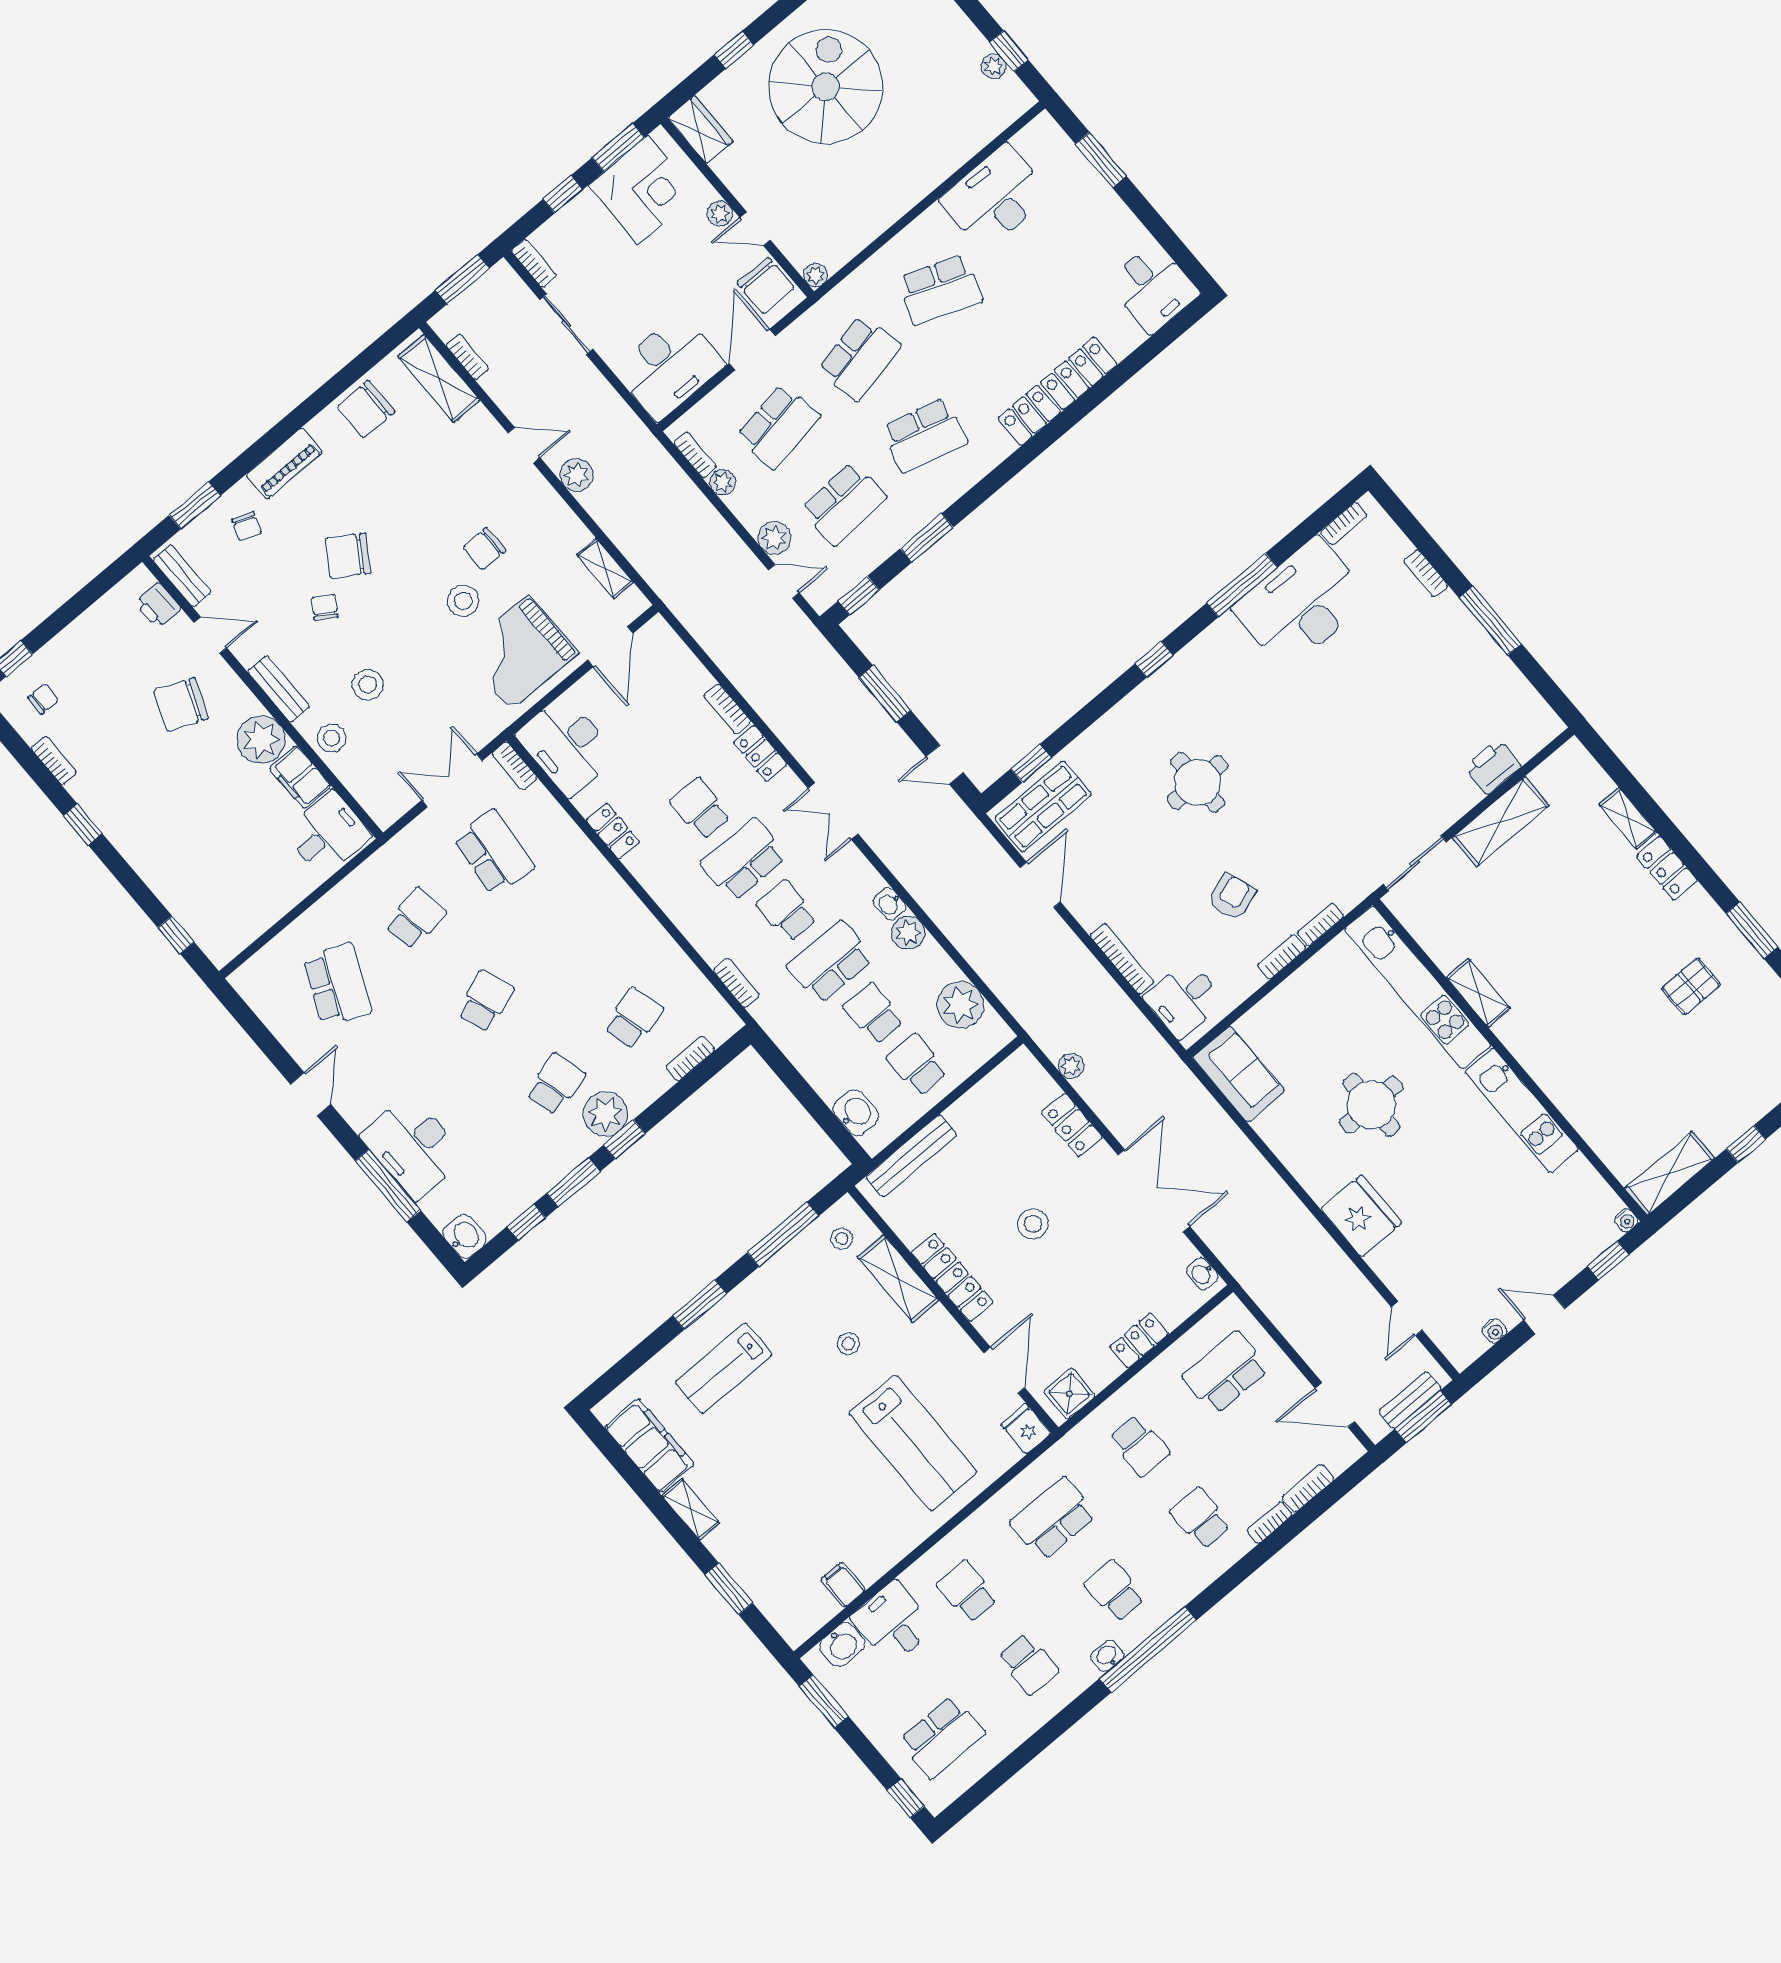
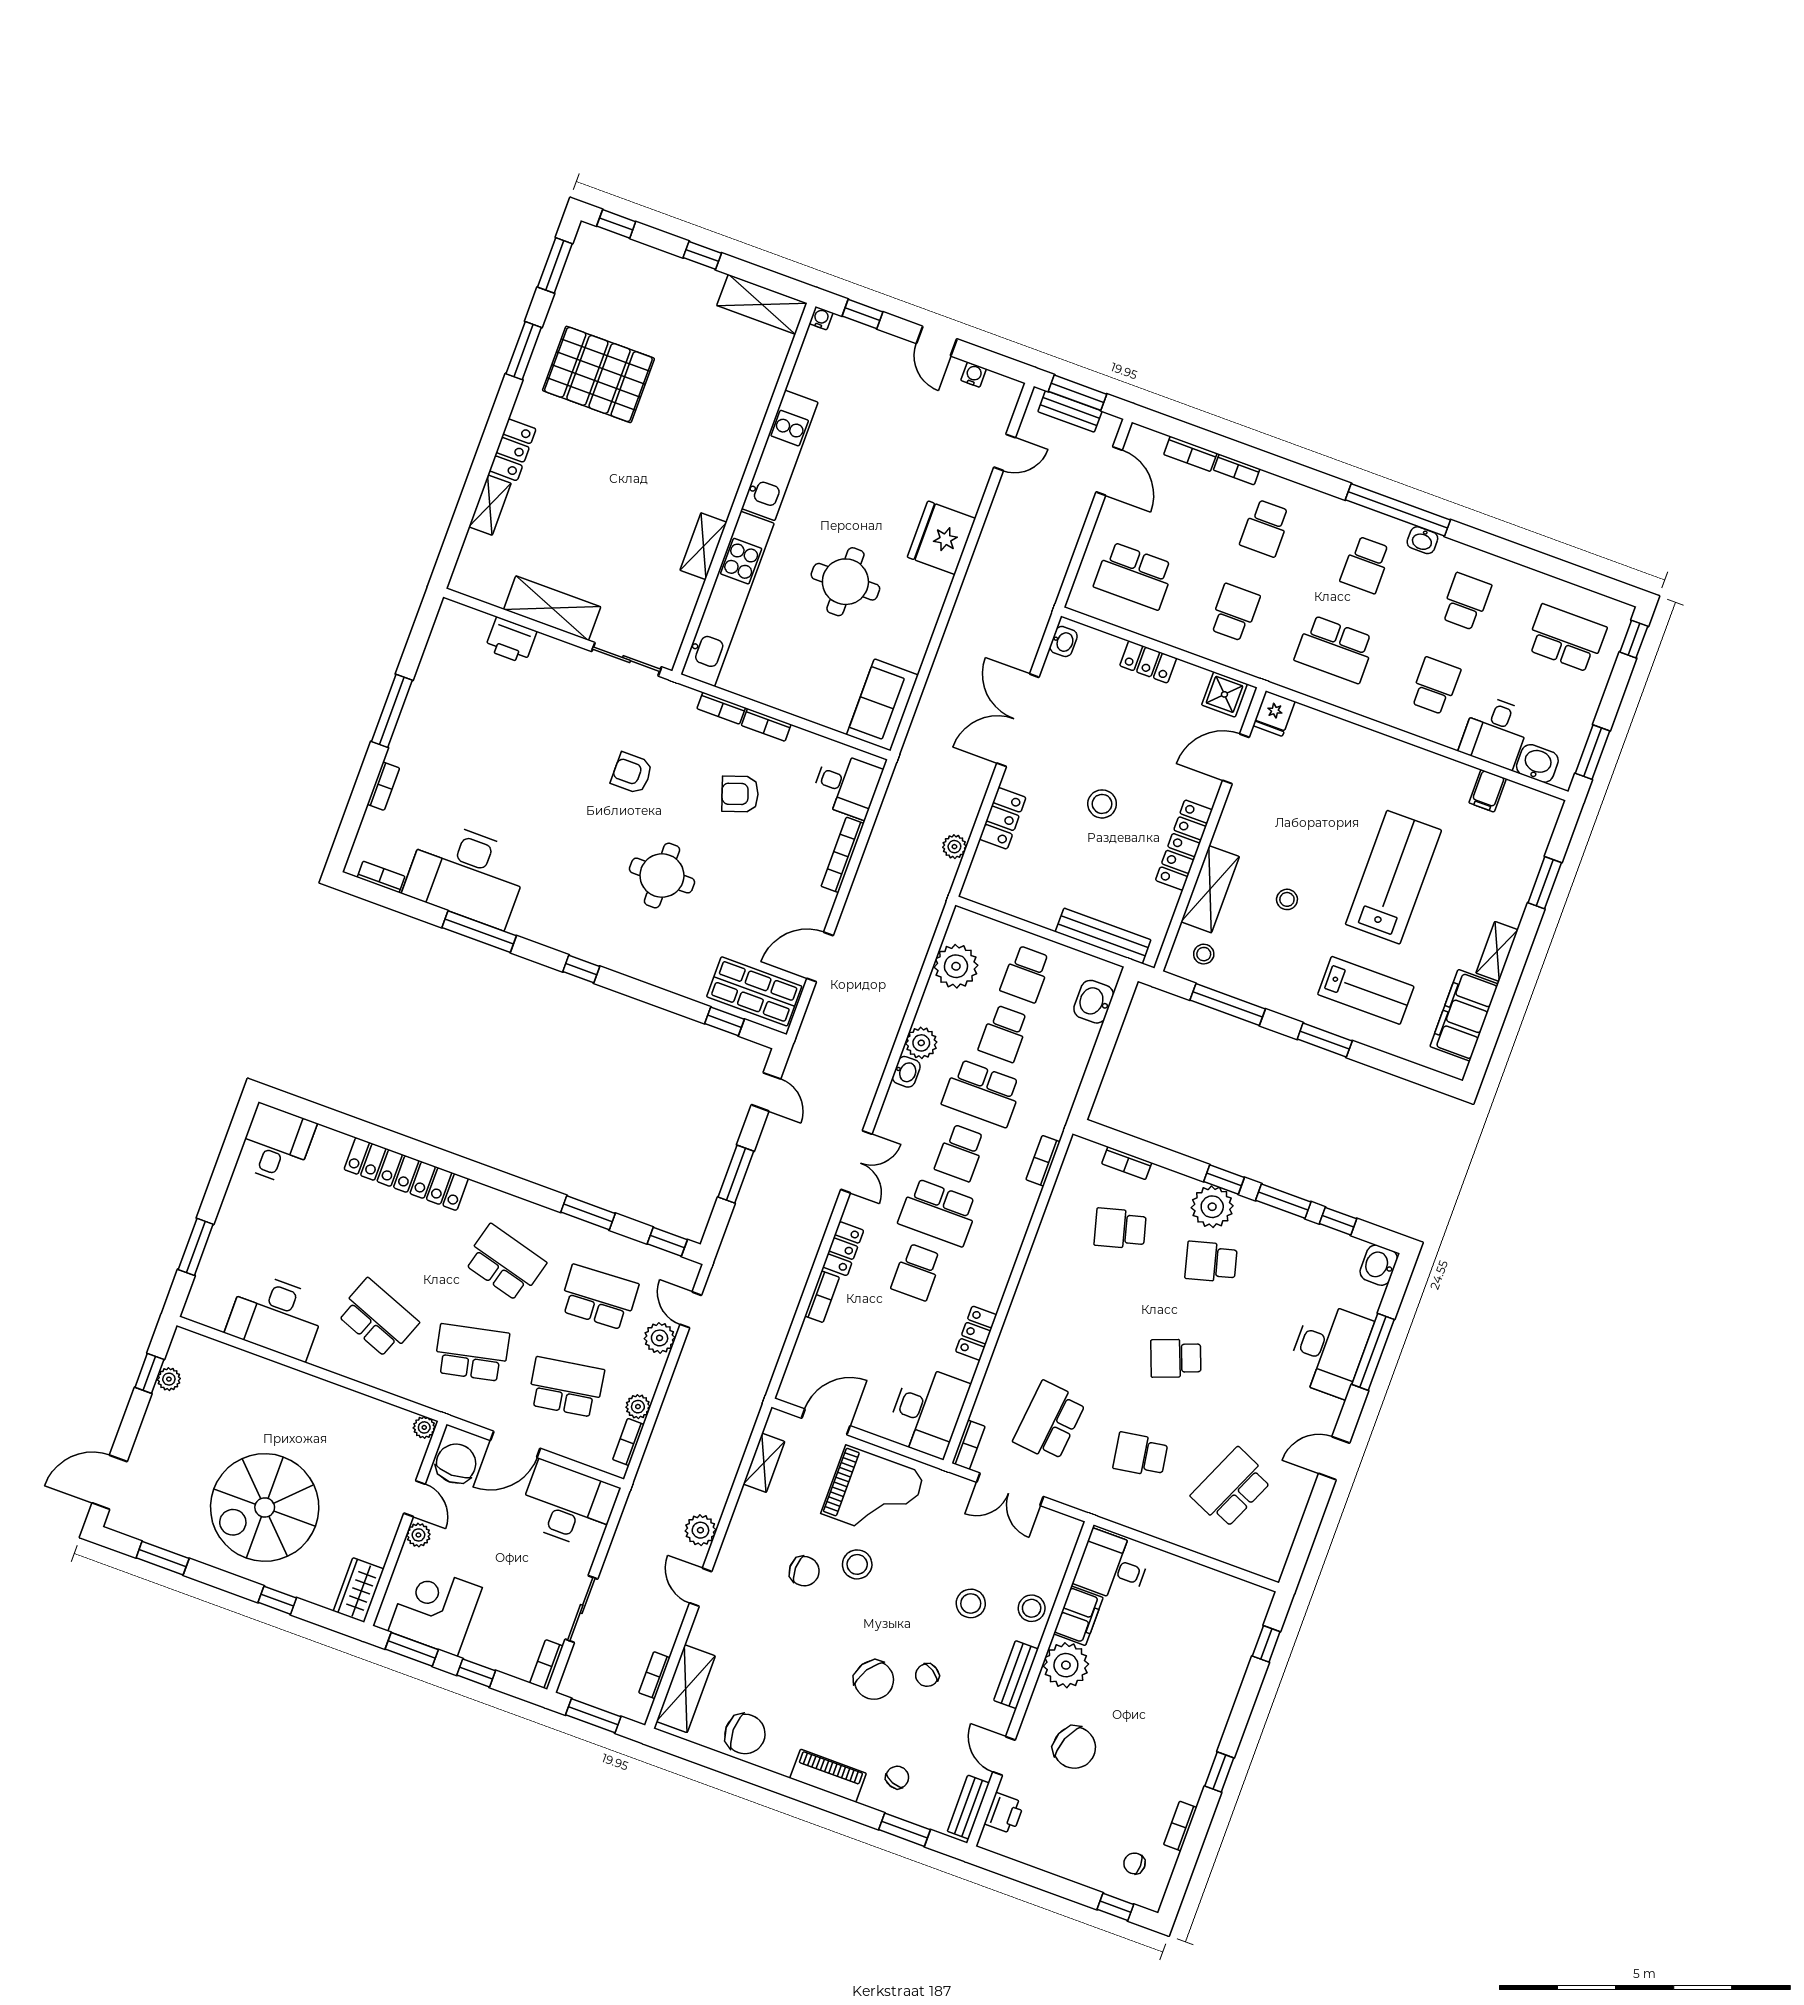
armchair: (1307, 808) -> (632, 773), added
pallet: (1691, 986) -> (598, 374), width x2.05, depth x2.00
lab bench: (913, 1443) -> (1393, 877), moved
school desk: (967, 1591) -> (1435, 686), turned 180

